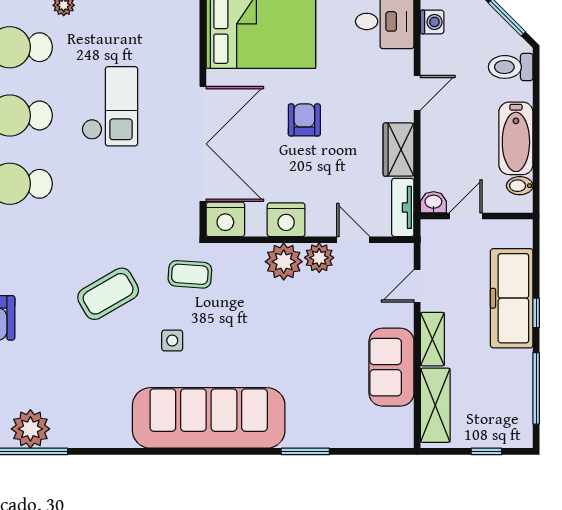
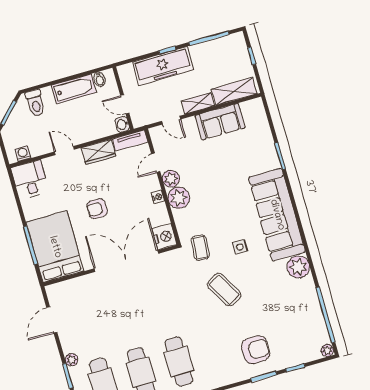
checkout: (110, 106) -> (120, 318), removed
nightstand: (286, 220) -> (158, 197), width x0.53, depth x0.56
plant: (30, 429) -> (298, 267), moved

